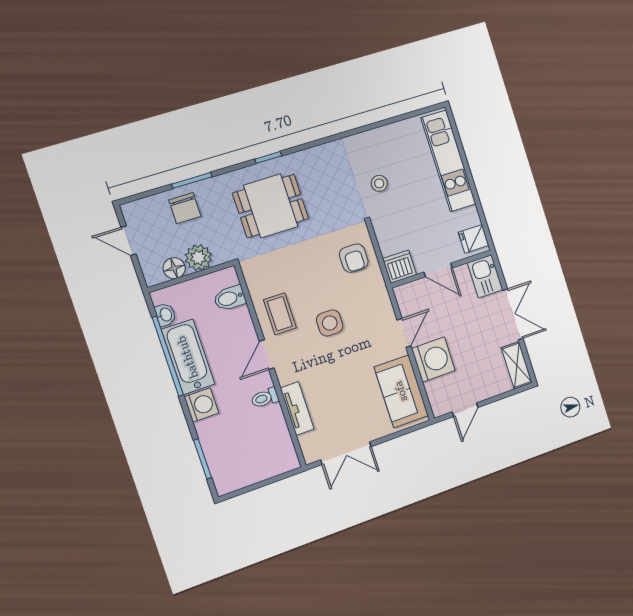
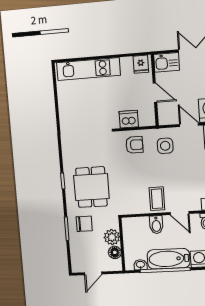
stool: (379, 183) -> (93, 117), removed
chair: (185, 208) -> (84, 224), moved
dishwasher: (399, 267) -> (129, 119), moved, turned 90
door: (438, 270) -> (155, 93), hinge flipped
bidet: (230, 298) -> (156, 225), moved
coffee table: (280, 314) -> (157, 199), turned 90
side table: (330, 323) -> (165, 146), moved

